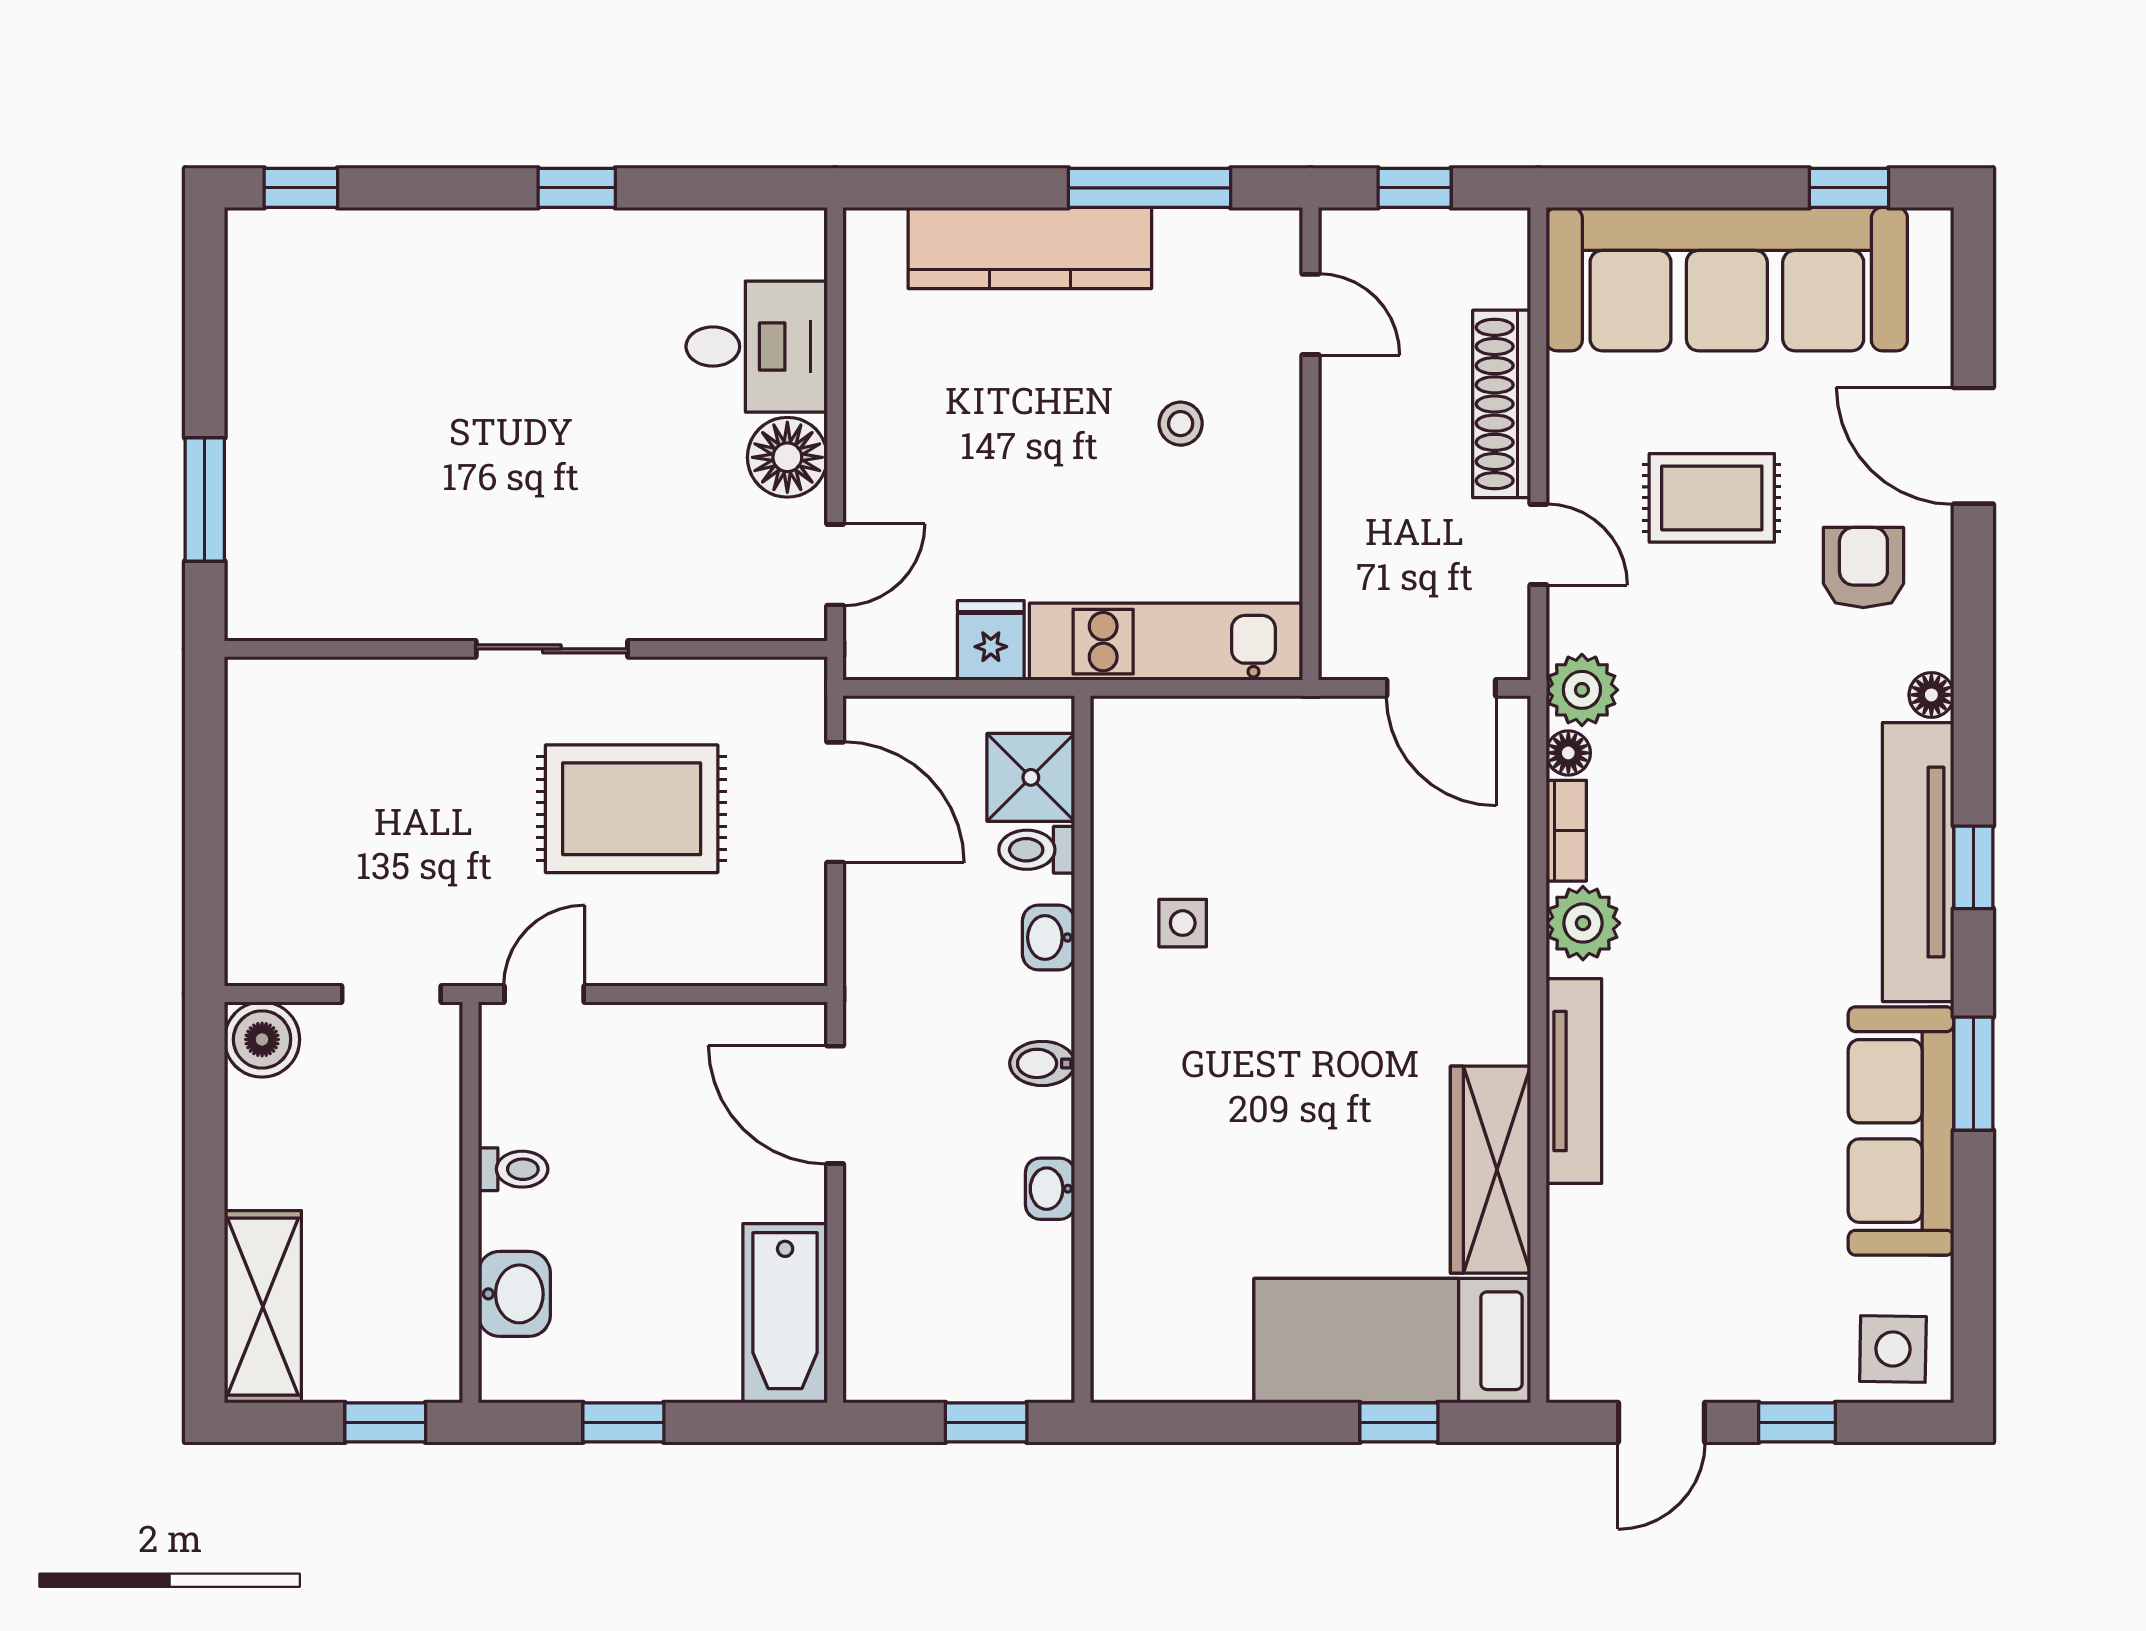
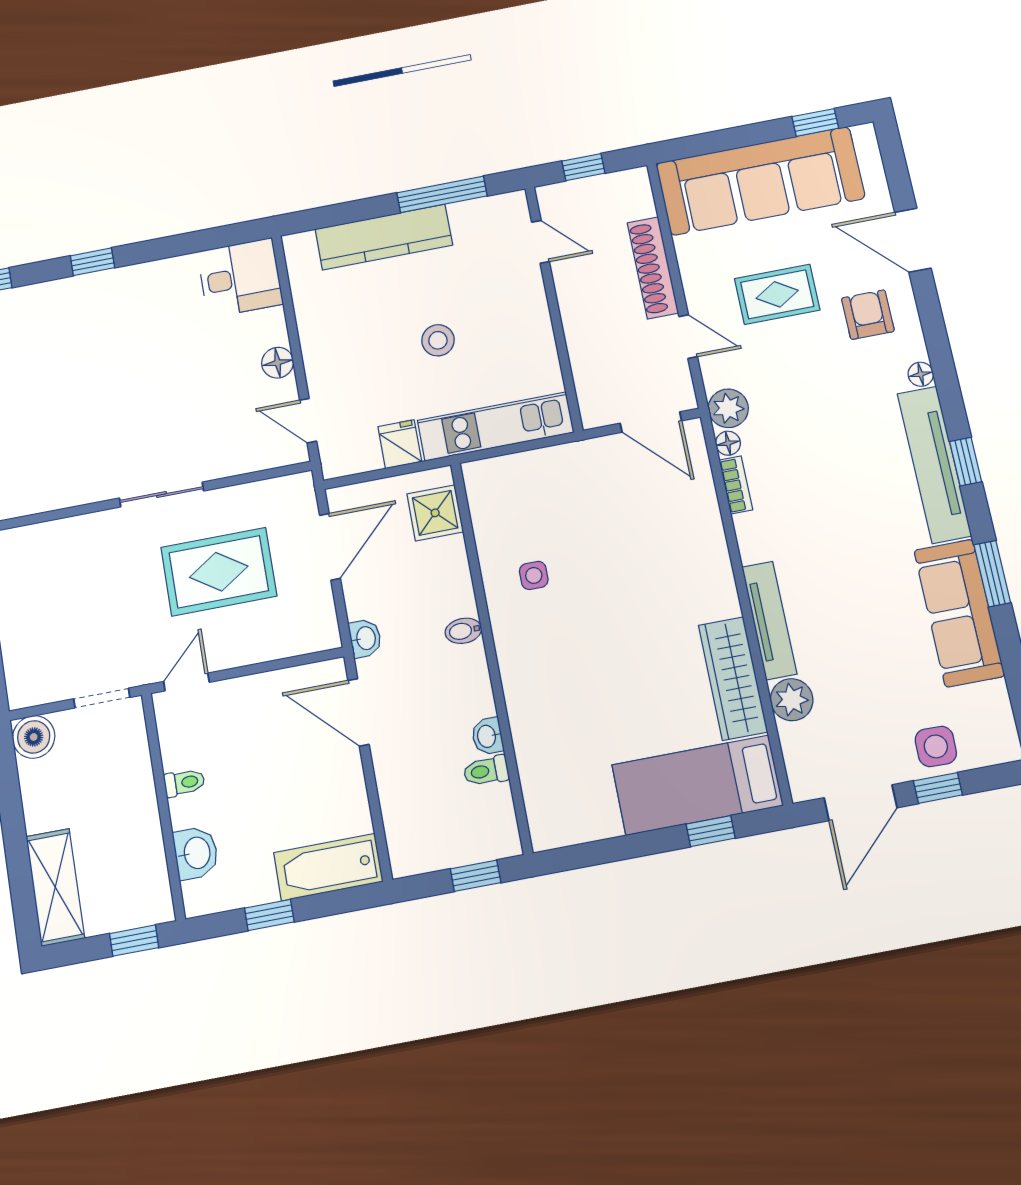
window: (577, 188) -> (92, 262), moved
desk: (757, 347) -> (240, 278), moved
stool: (1181, 424) -> (438, 340), moved, width x1.37, depth x1.37
floor lamp: (787, 457) -> (278, 363), width x0.73, depth x0.73
door: (835, 565) -> (308, 421), swing flipped
door: (835, 802) -> (330, 547), hinge flipped
toilet: (1037, 850) -> (486, 771), moved
plant: (1583, 923) -> (792, 700), moved
washbasin: (1049, 937) -> (365, 638), moved, turned 180
bidet: (1042, 1063) -> (463, 631), moved
bathtub: (785, 1313) -> (328, 867), moved, turned 90
side table: (1893, 1349) -> (936, 746), moved
door: (1662, 1422) -> (861, 803), width x1.38

